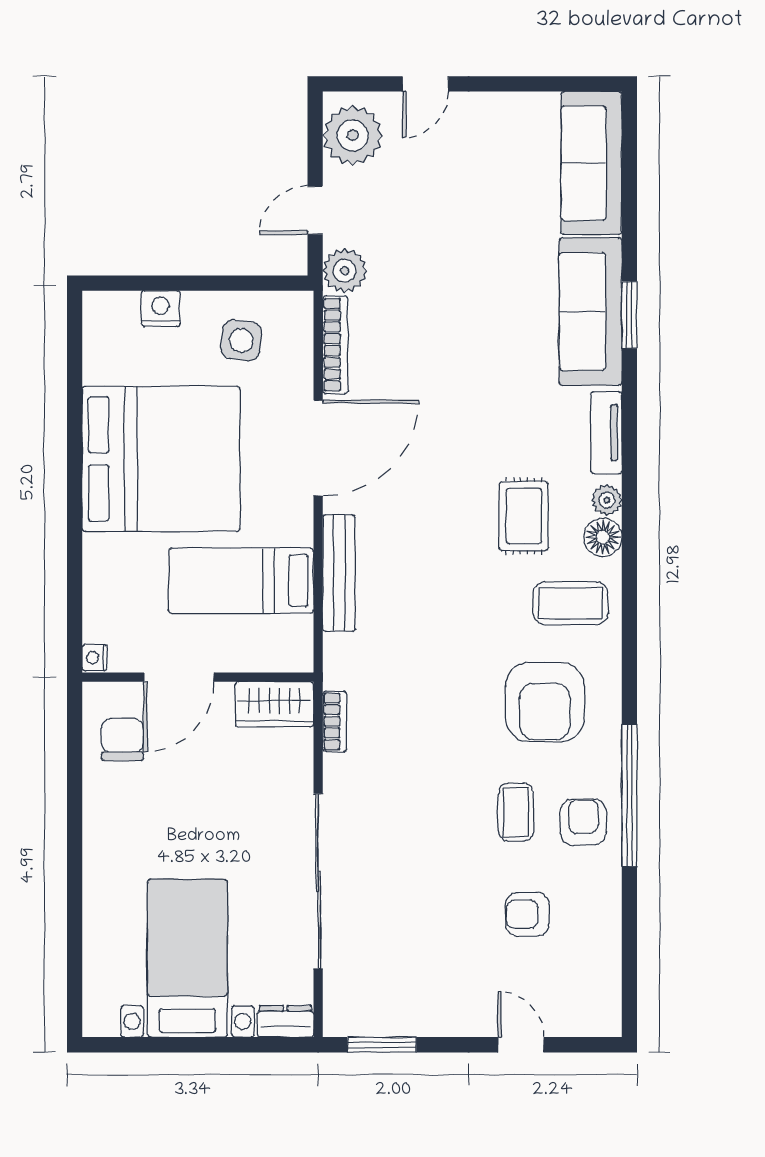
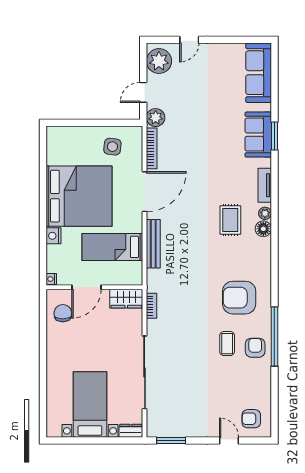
nightstand: (161, 309) -> (53, 236), moved, turned -90
sofa: (591, 311) -> (258, 135), width x0.73
coffee table: (570, 603) -> (250, 256), removed
armchair: (545, 702) -> (239, 298), turned 90
armchair: (527, 914) -> (251, 419), moved

